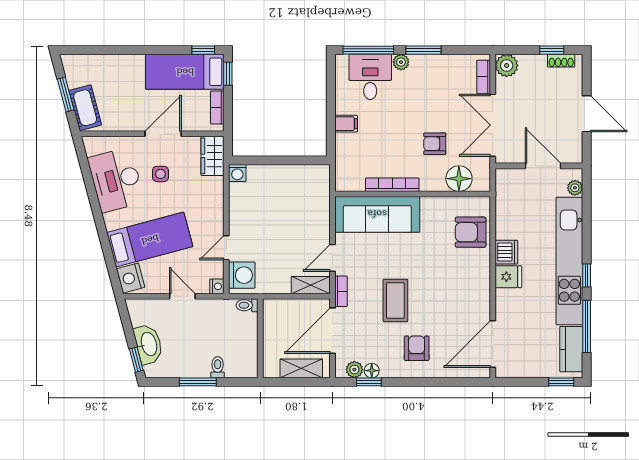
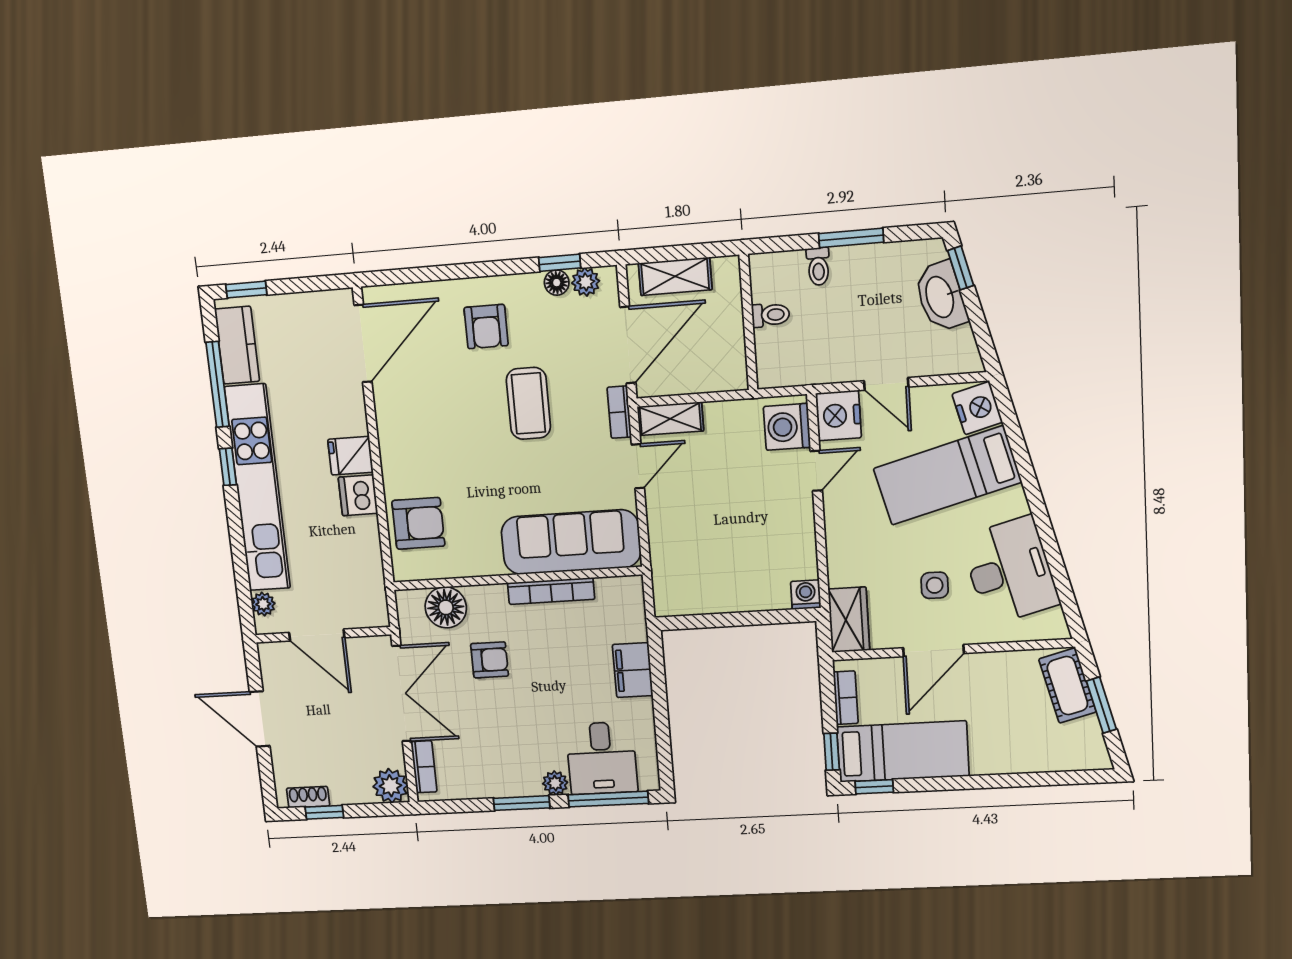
filing cabinet: (346, 124) -> (633, 670), width x2.00
nightstand: (217, 286) -> (838, 415), width x1.89, depth x1.79
toilet: (247, 305) -> (771, 315), moved

